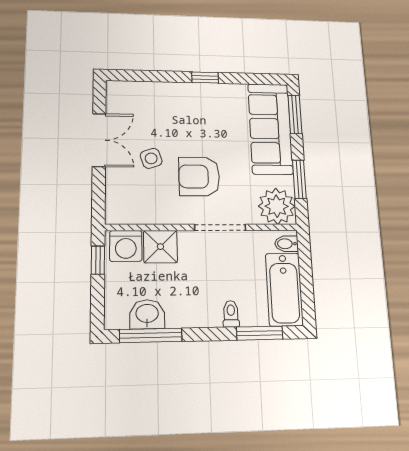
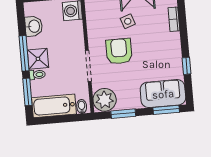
window: (205, 77) -> (186, 66), moved
bookcase: (154, 89) -> (174, 19), added
sofa: (270, 129) -> (163, 94), width x0.73
shower: (160, 247) -> (38, 59), moved
window: (151, 335) -> (24, 53), moved

